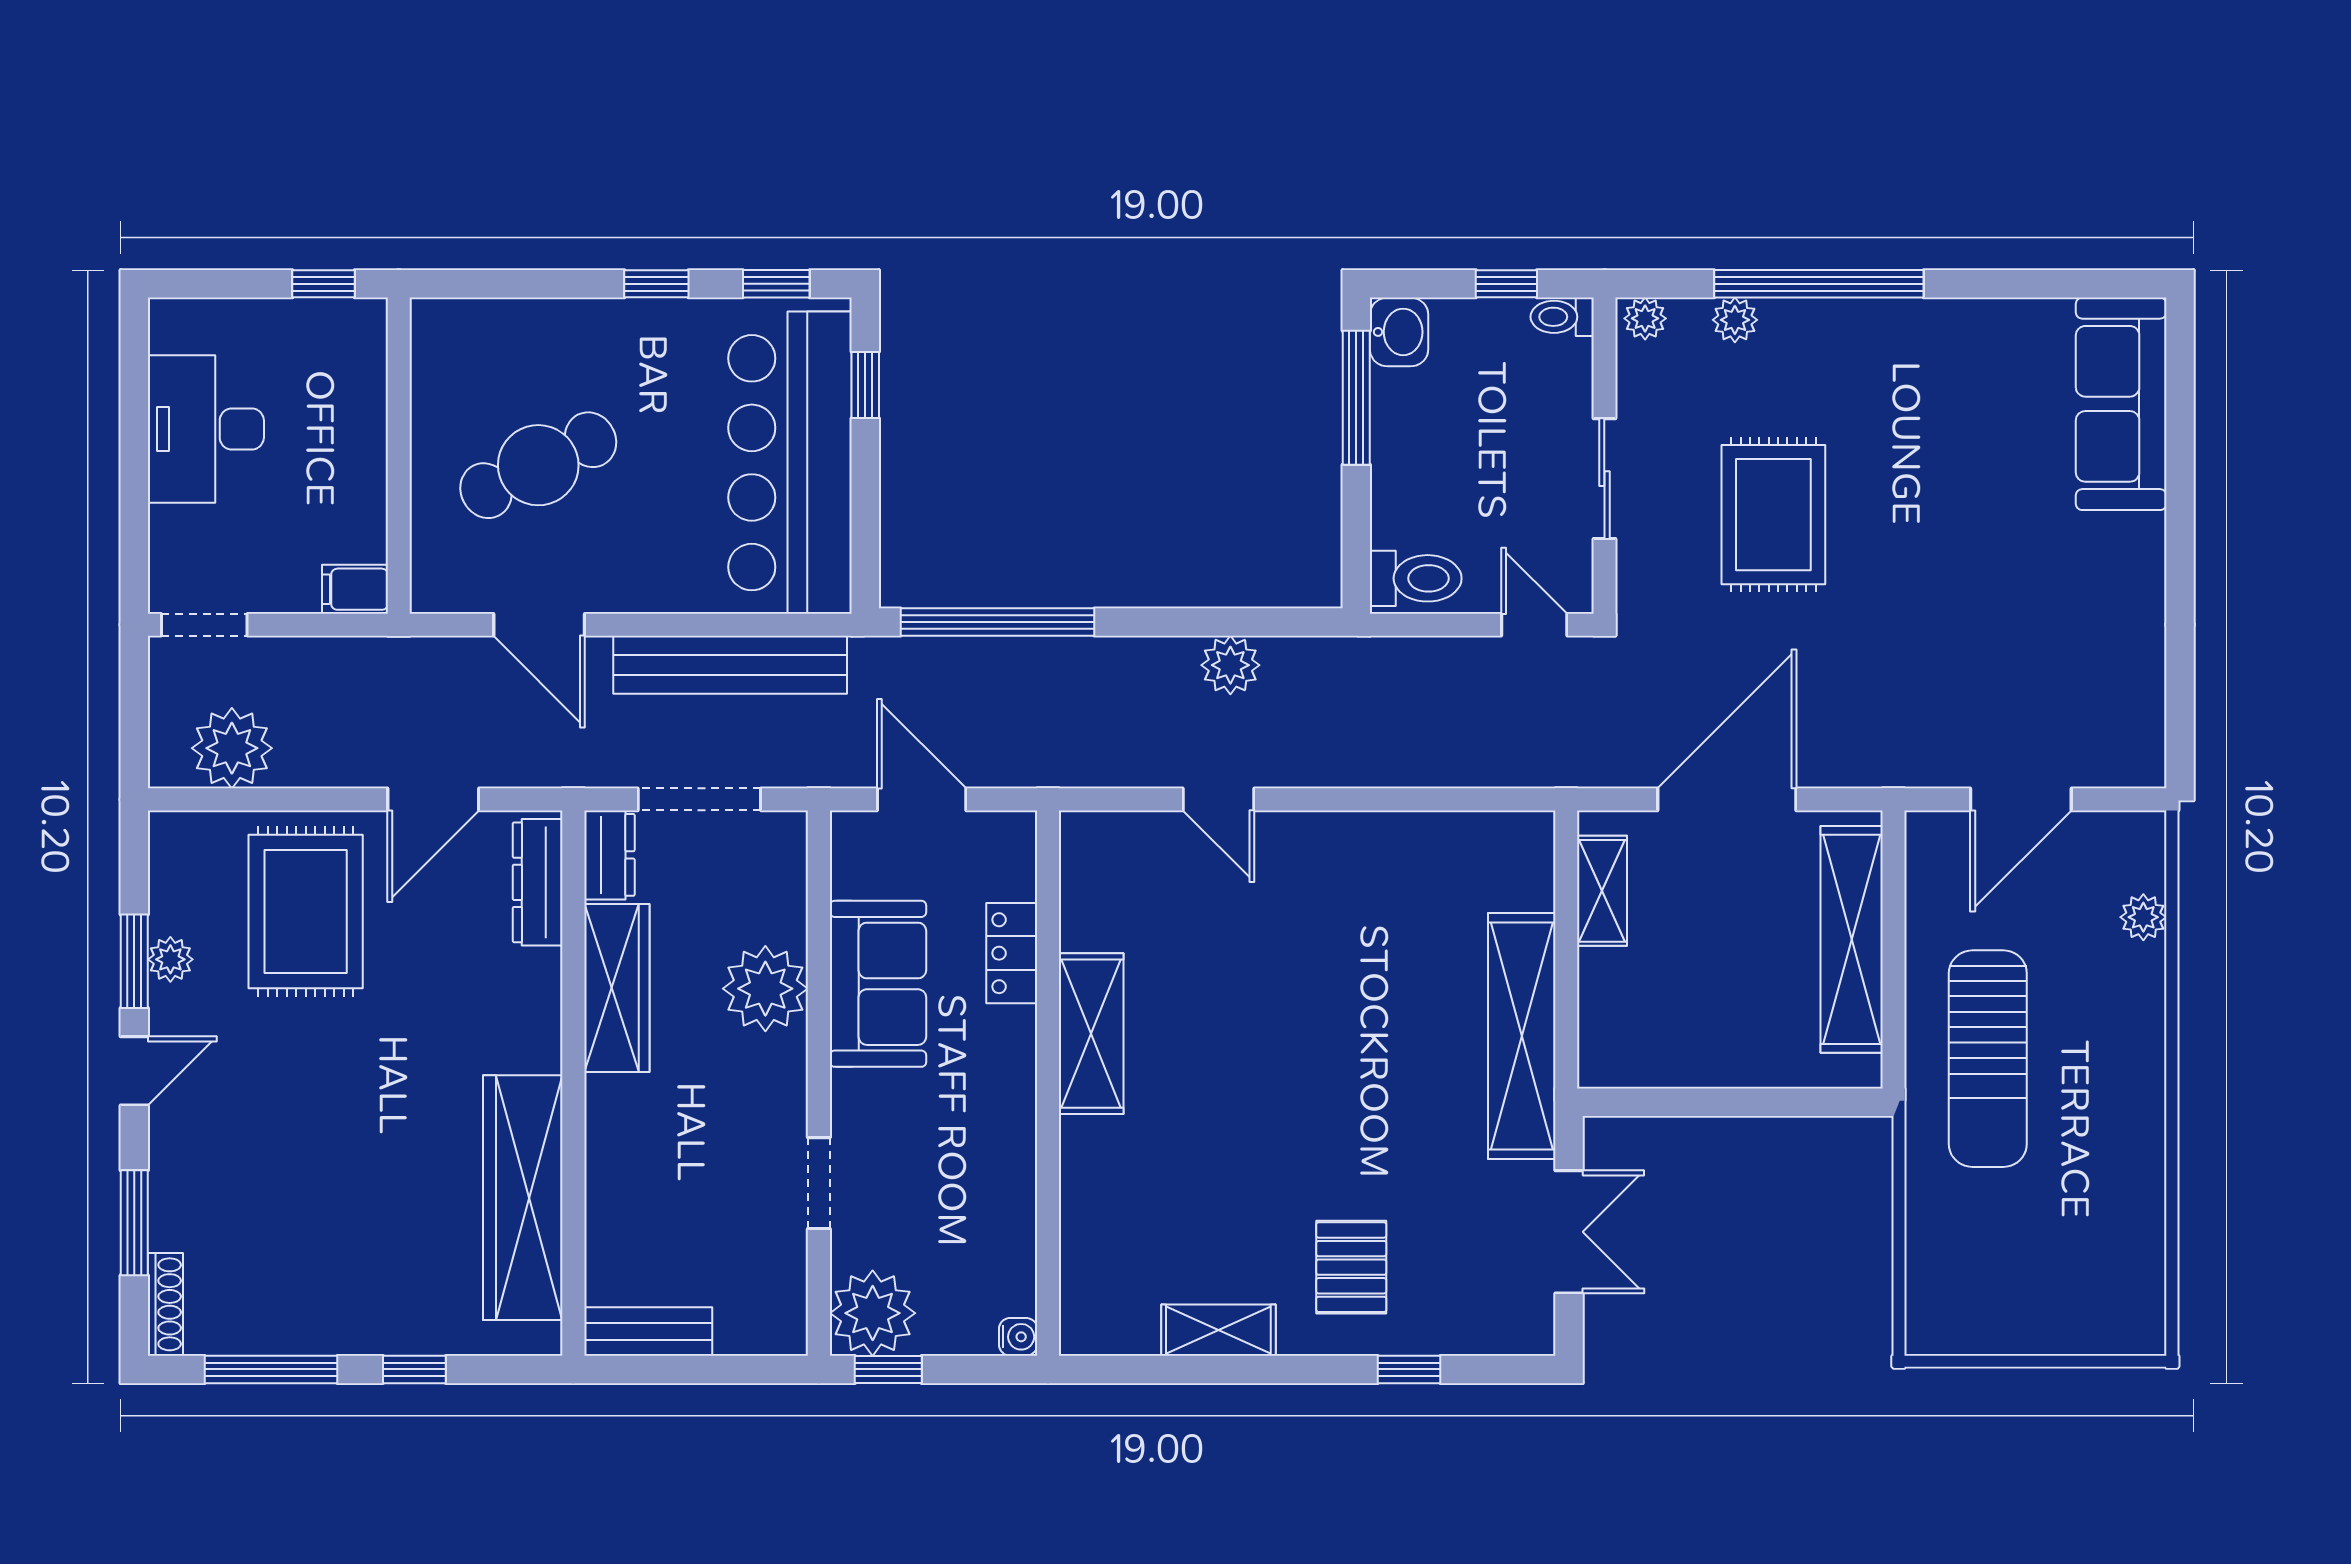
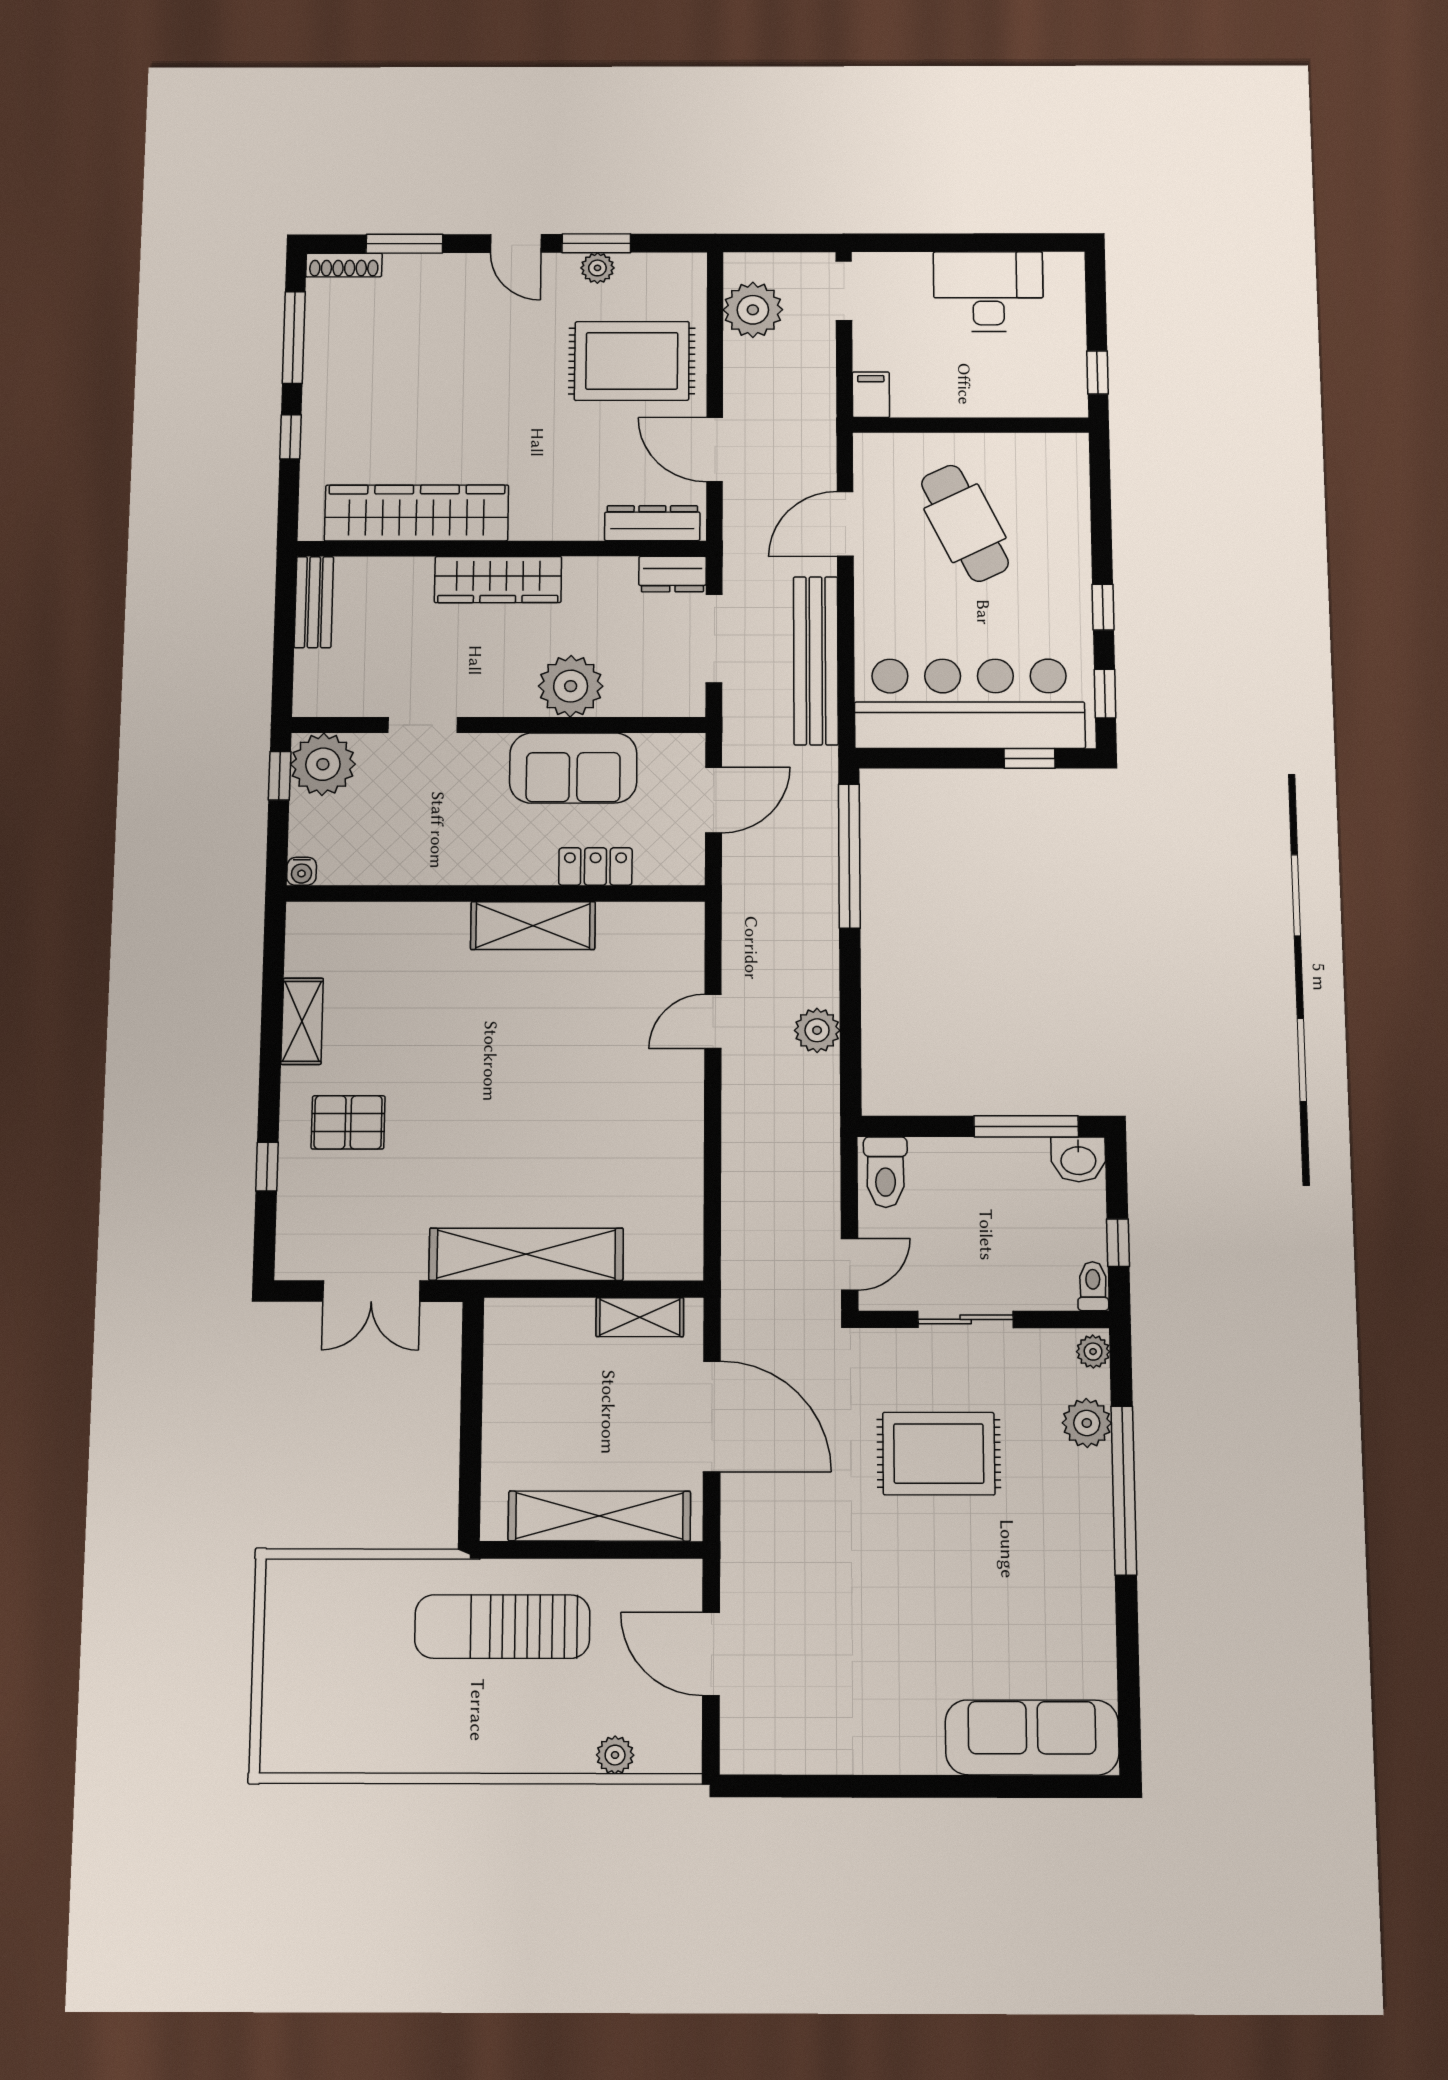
plant: (1735, 320) -> (1087, 1423), width x1.38, depth x1.38
wardrobe: (617, 988) -> (498, 580), moved

